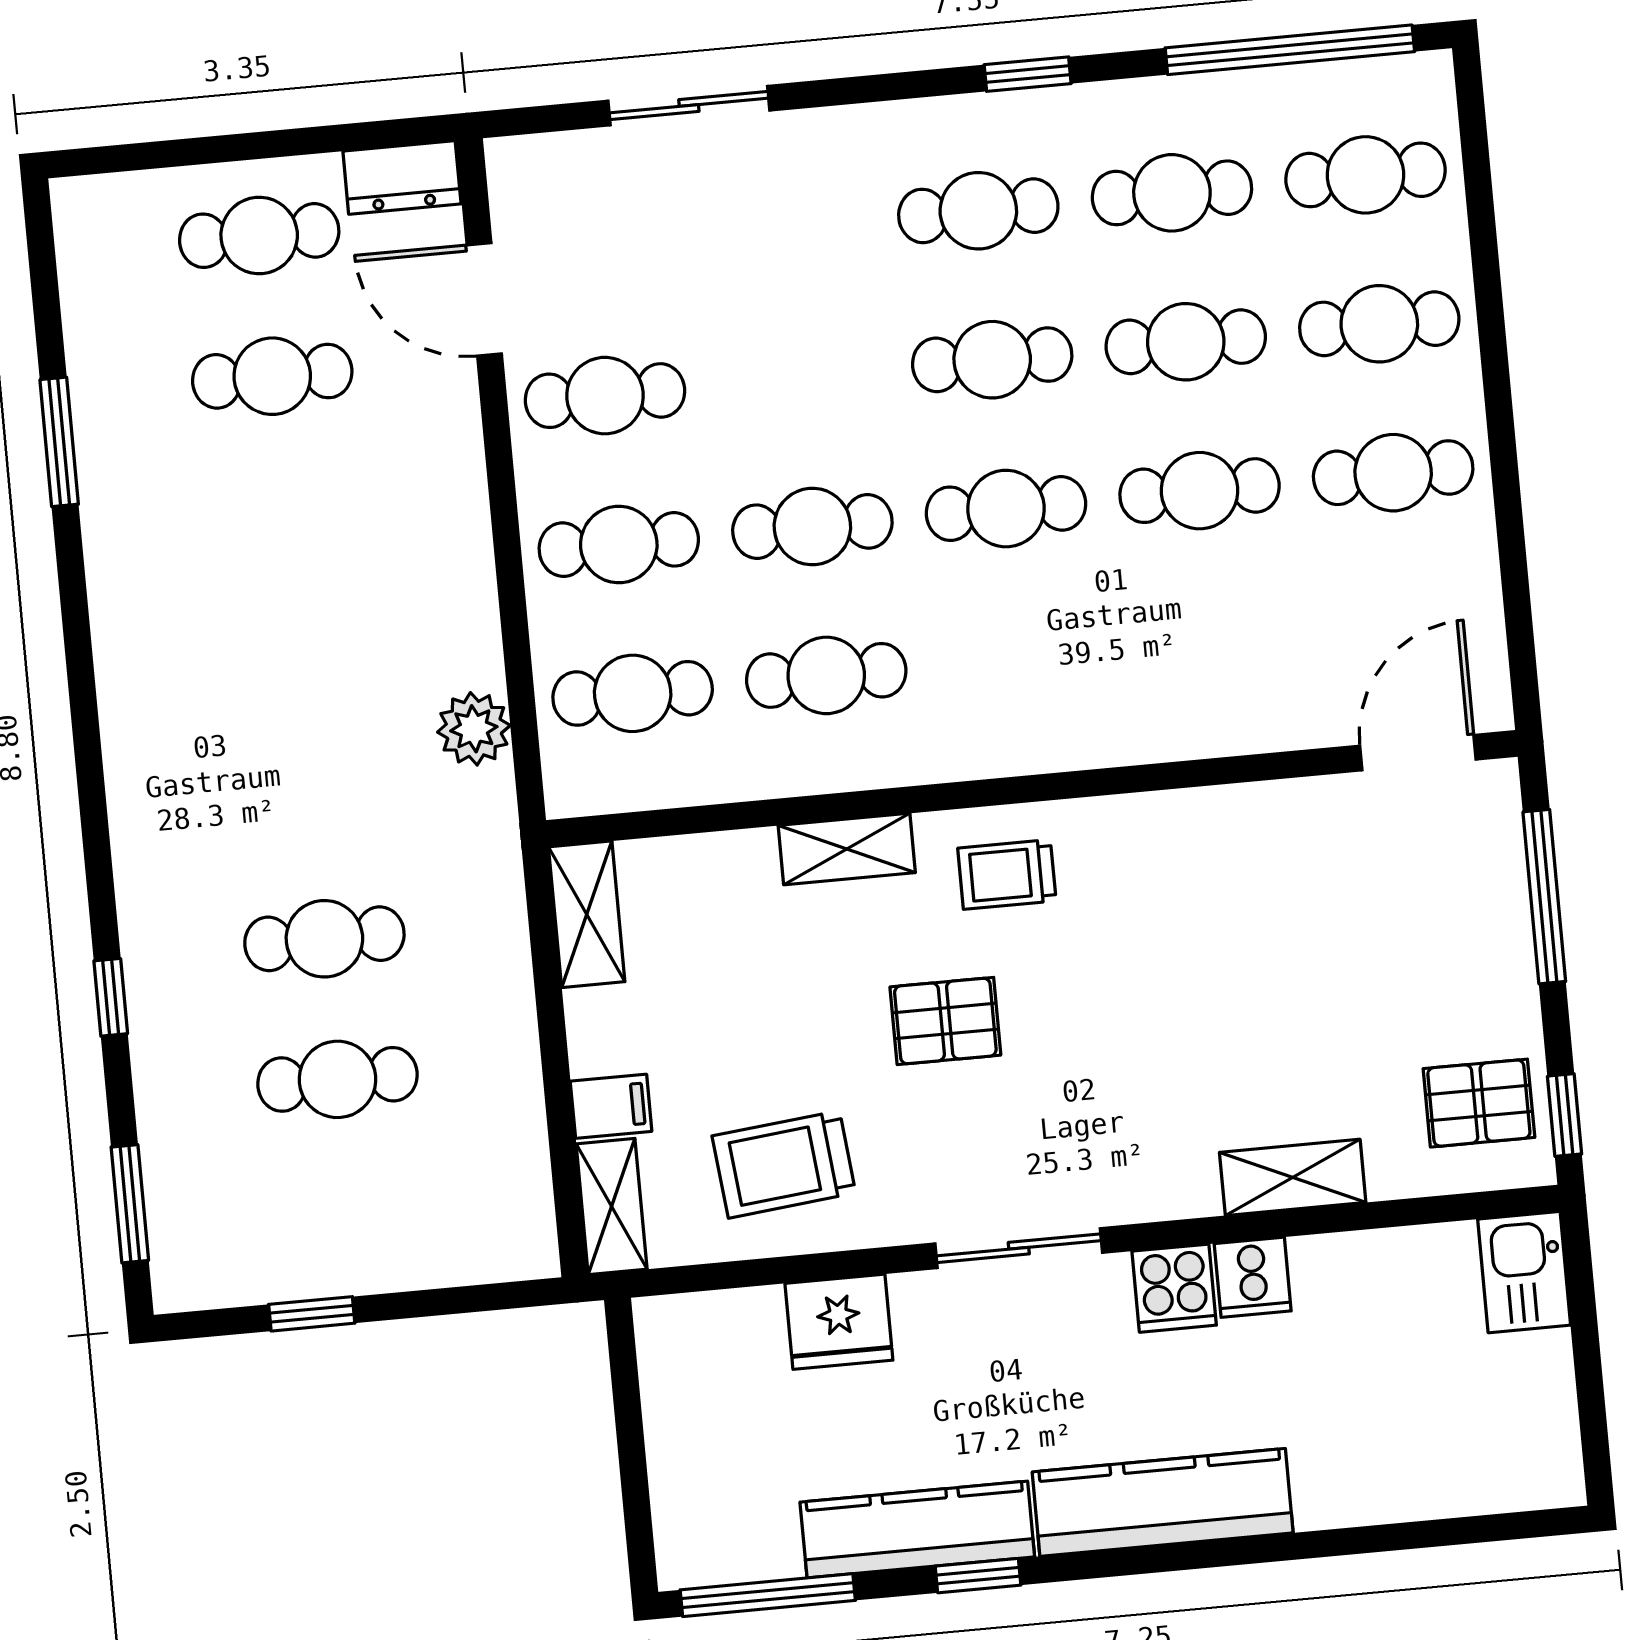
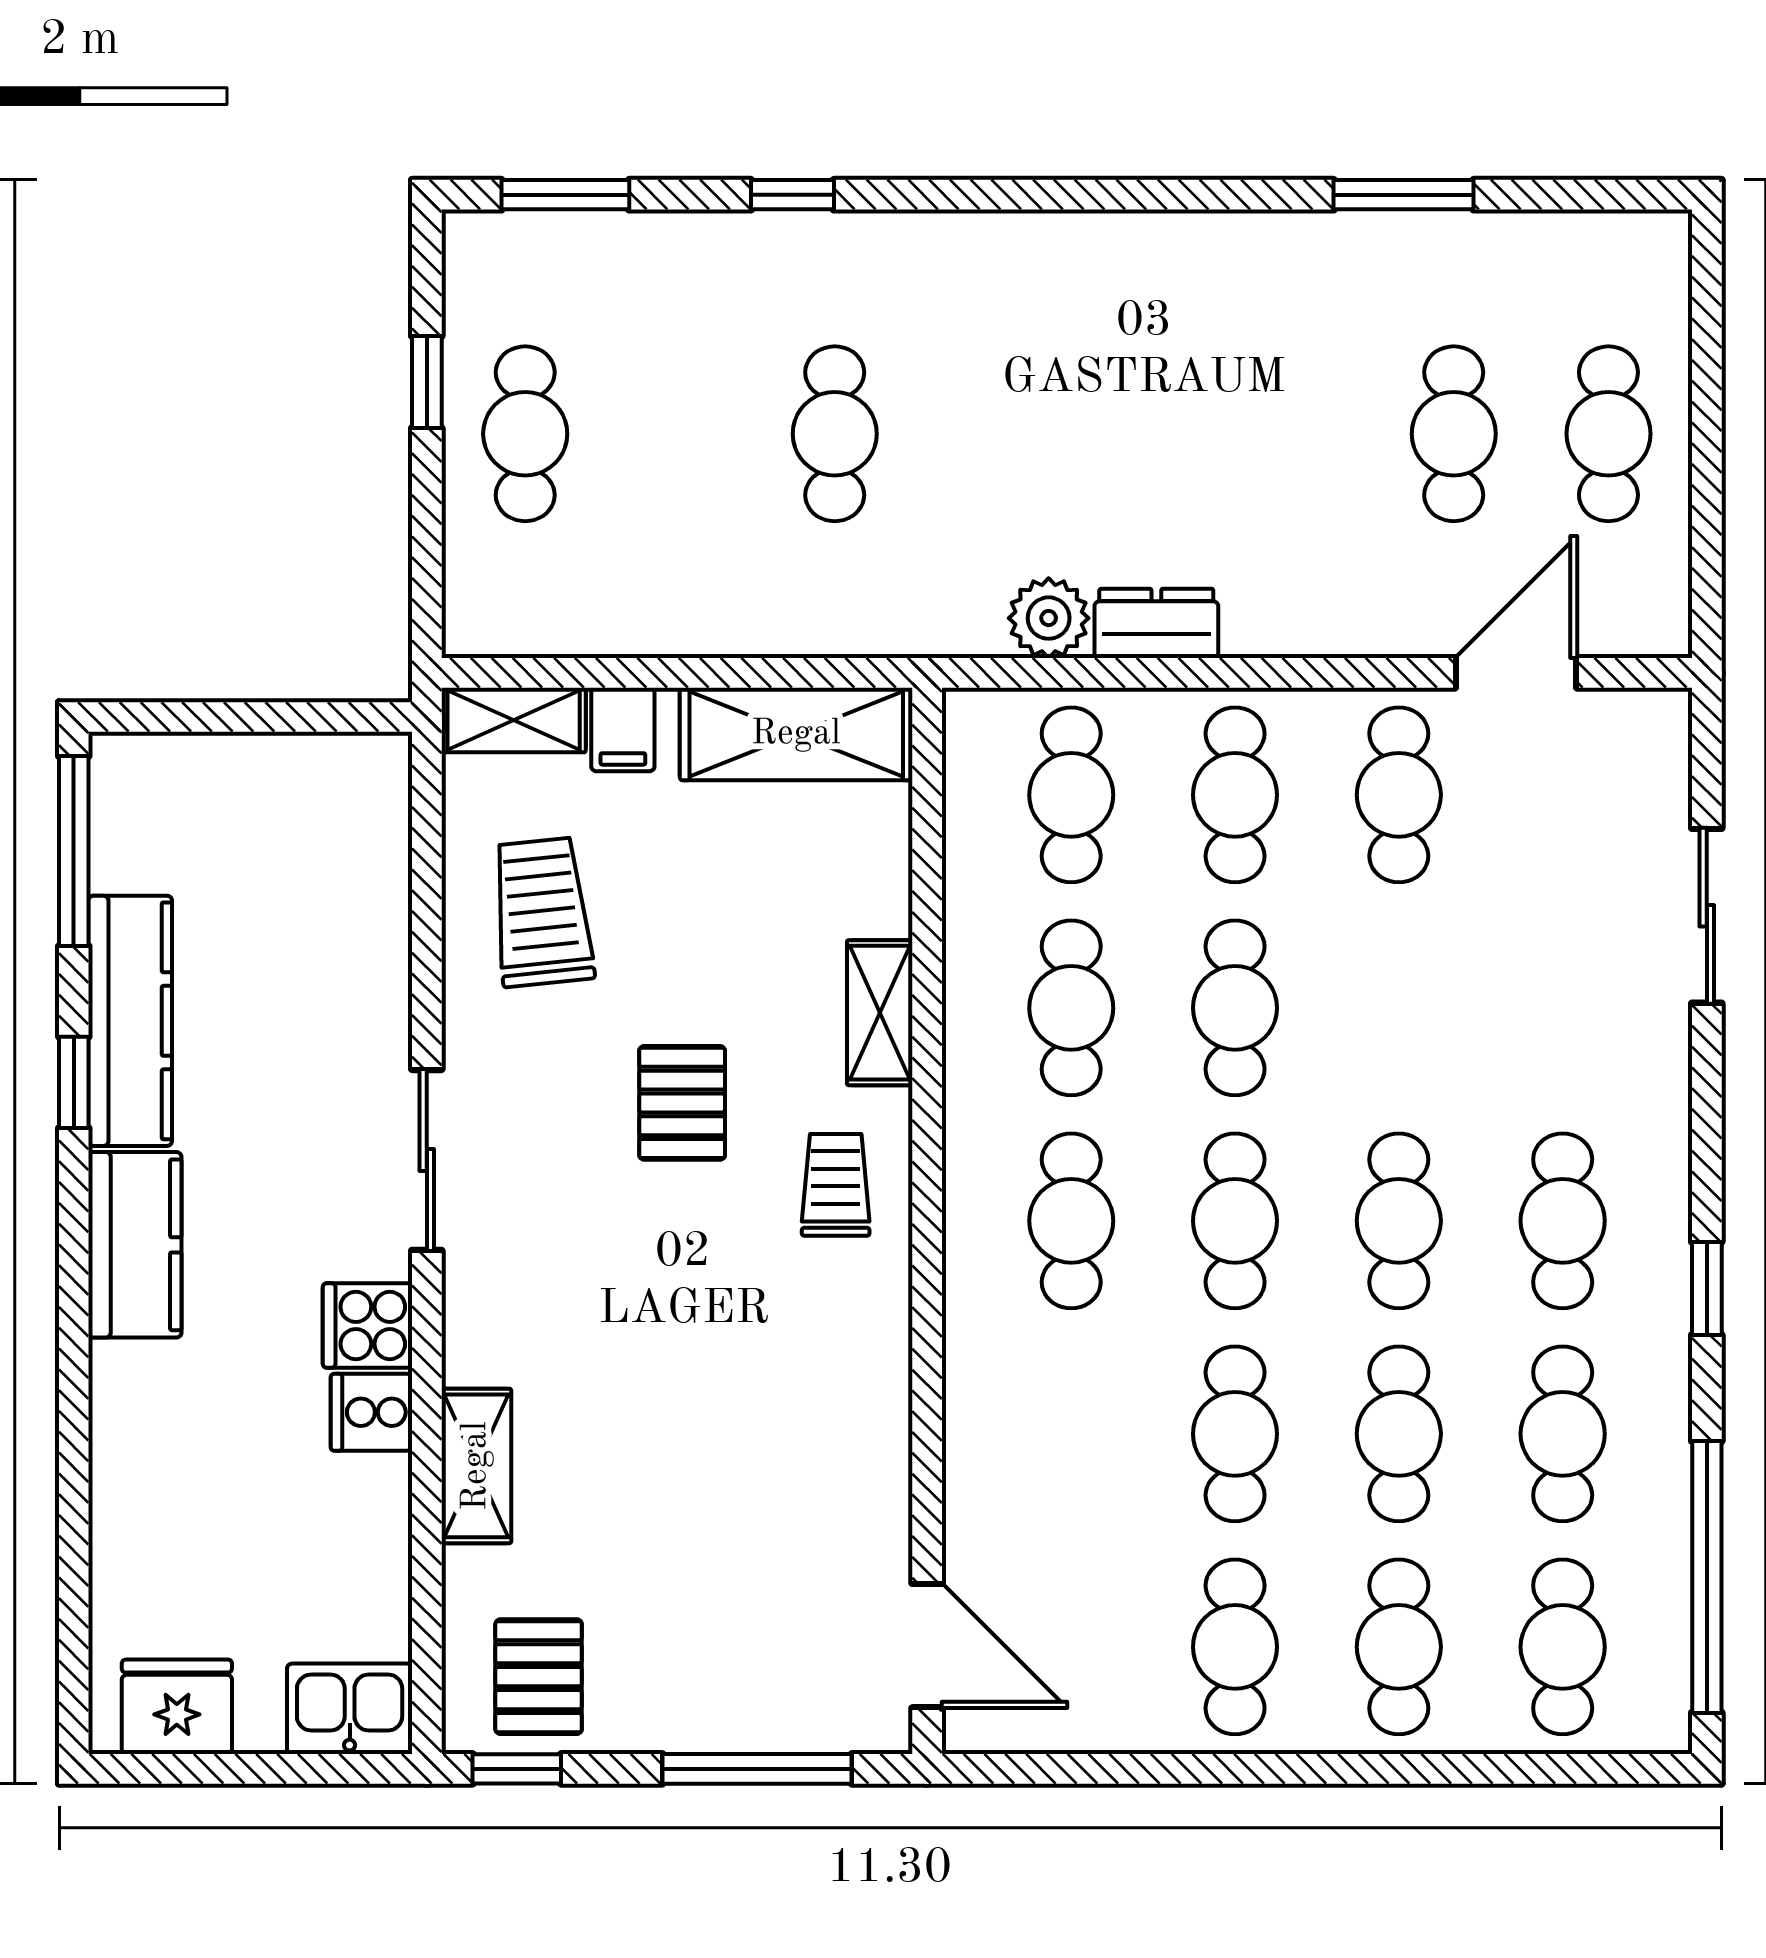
dresser: (402, 177) -> (1156, 623), moved, turned 90
cafe table: (1020, 657) -> (1071, 1221), added
shelving: (587, 914) -> (796, 734), width x1.50, depth x1.33
cafe table: (337, 1079) -> (525, 434), moved
fridge: (839, 1322) -> (177, 1707), moved, turned 90
kitchen counter: (1163, 1502) -> (135, 1245), width x0.67

